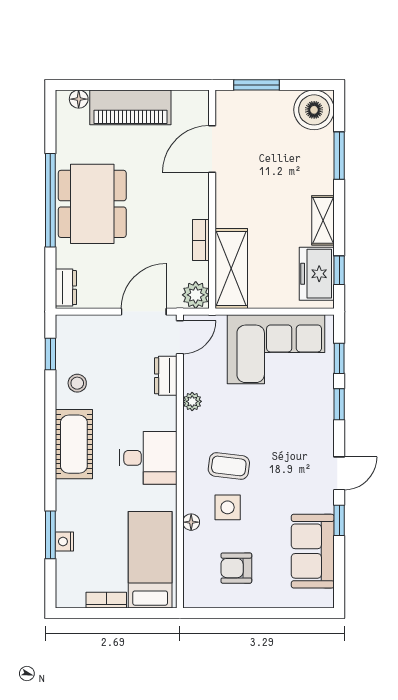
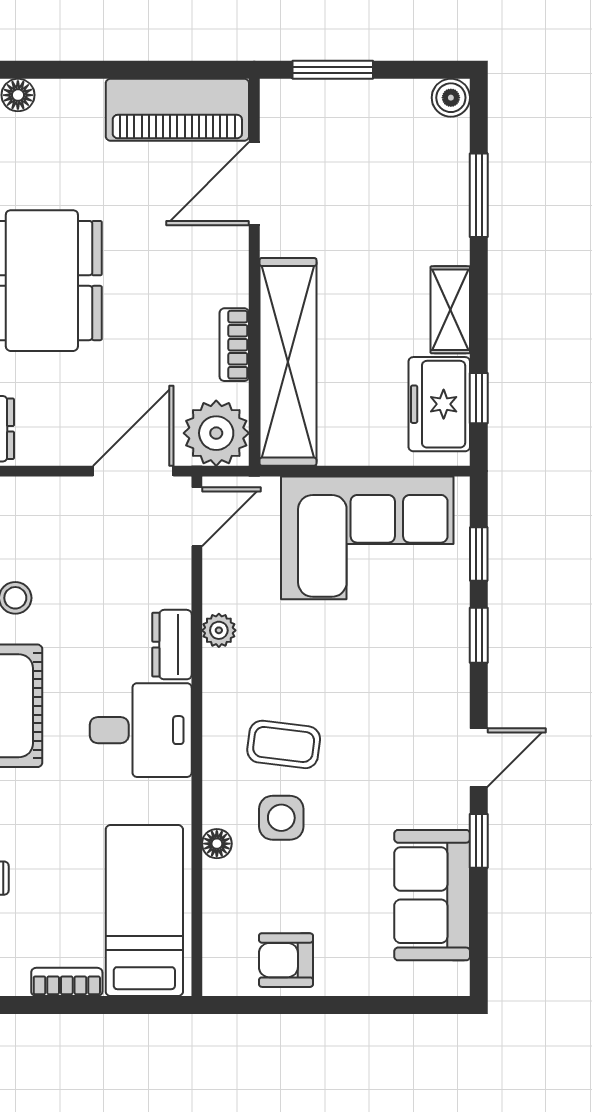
piano: (130, 107) -> (177, 110), moved
boiler: (314, 110) -> (451, 98), width x0.54, depth x0.54
shelving: (231, 268) -> (288, 362), width x1.47
plant: (196, 295) -> (216, 433), width x1.36, depth x1.36
dresser: (166, 376) -> (172, 645), moved
armchair: (236, 568) -> (286, 960), moved

